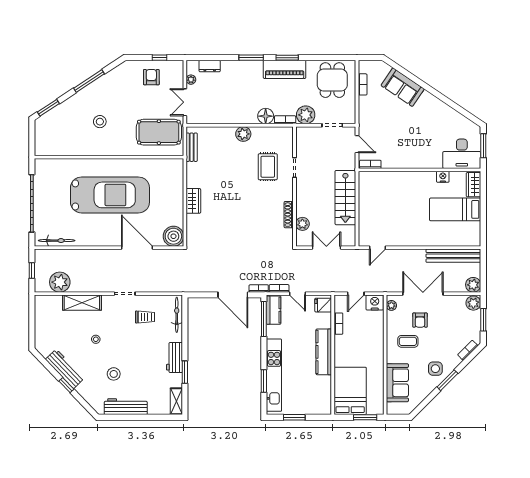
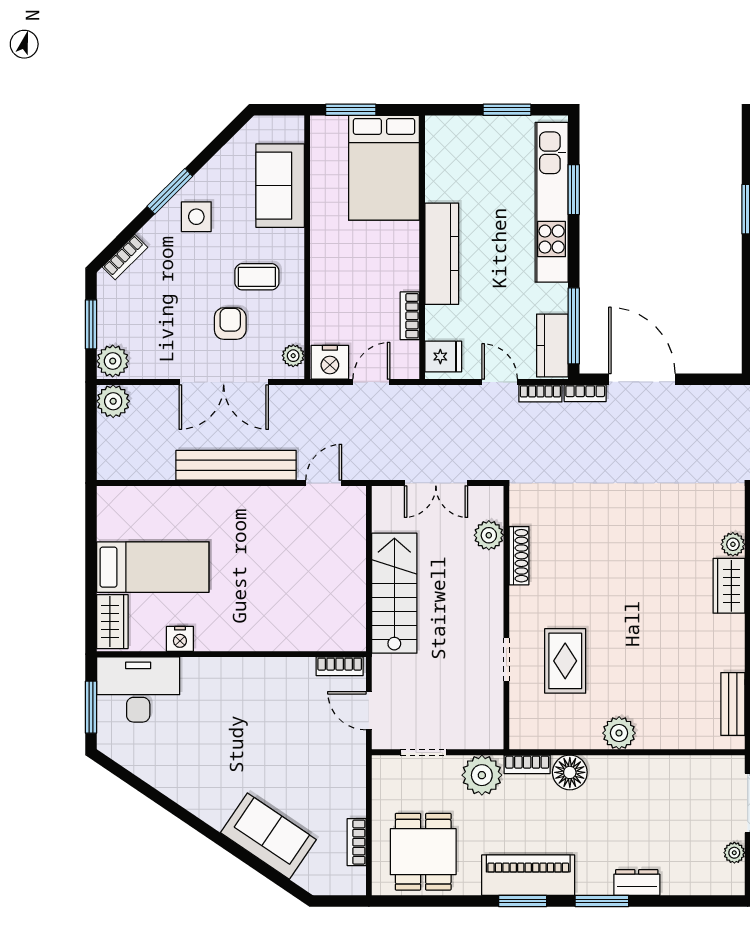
dresser: (210, 66) -> (637, 882), moved
plant: (192, 220) -> (733, 544), added
bench: (453, 256) -> (236, 465), moved

